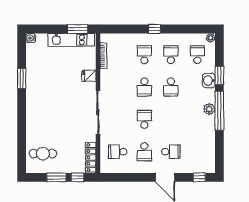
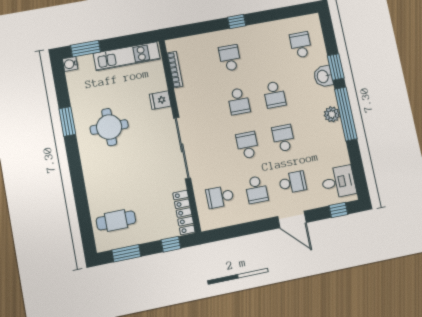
window: (77, 29) -> (86, 49), moved
plant: (211, 38) -> (313, 20), removed
school desk: (171, 55) -> (283, 138), moved
round table: (50, 88) -> (109, 127), added
desk: (204, 158) -> (338, 182), added
window: (56, 177) -> (126, 253), moved

